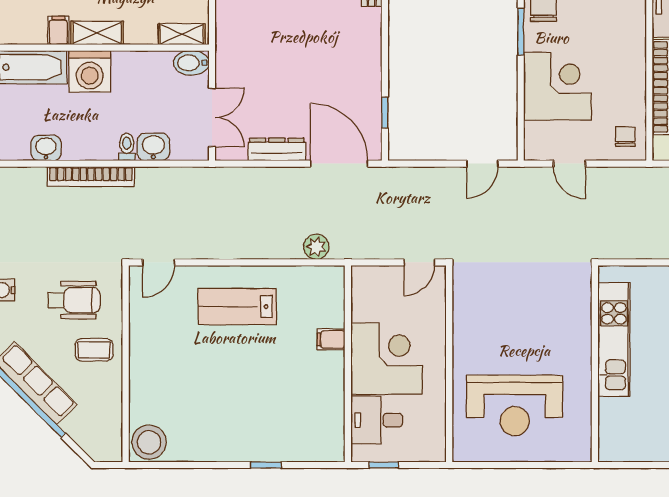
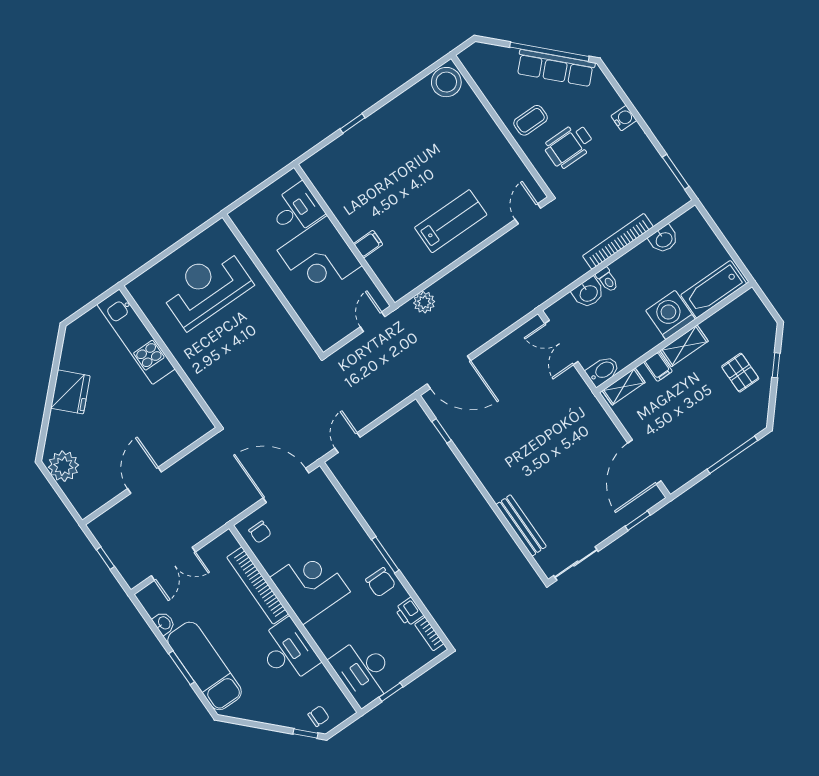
filing cabinet: (58, 30) -> (658, 367), moved
corner desk: (558, 86) -> (310, 585), moved, turned 180
dresser: (277, 149) -> (500, 352), removed
door: (570, 164) -> (286, 485), width x1.88
door: (419, 262) -> (373, 322), moved
kitchen unit: (614, 340) -> (136, 337), moved
window: (384, 465) -> (269, 181), removed

